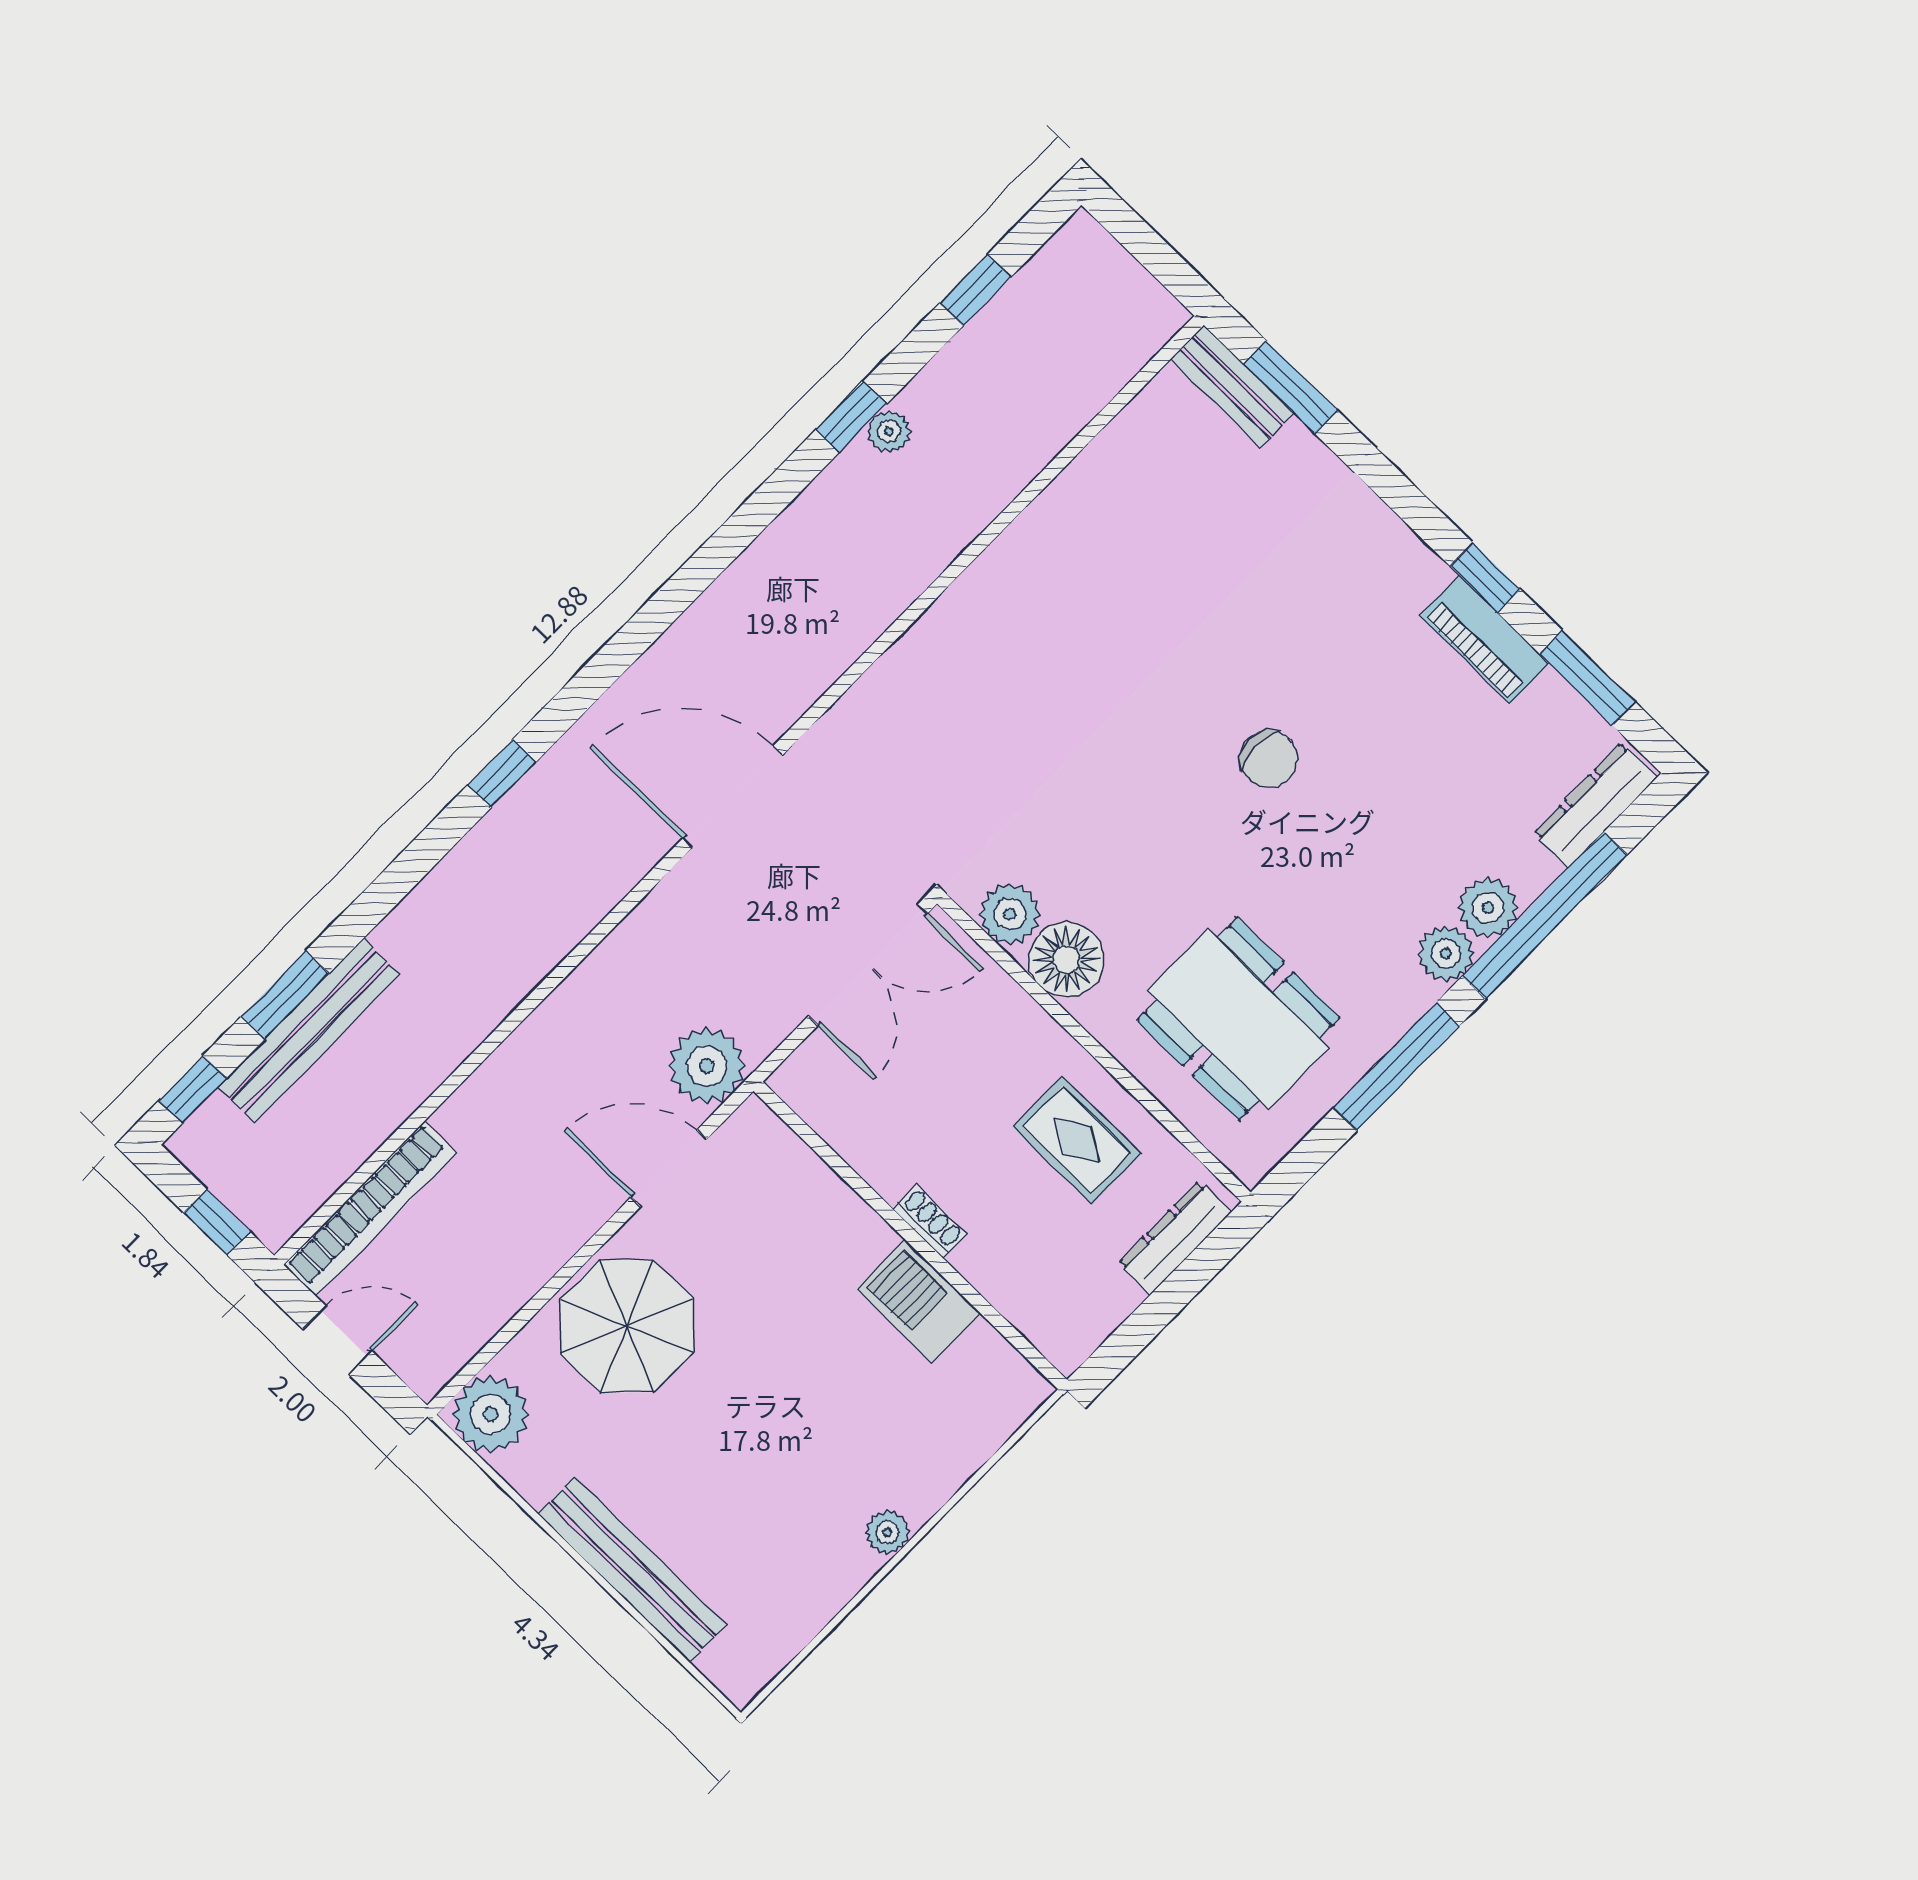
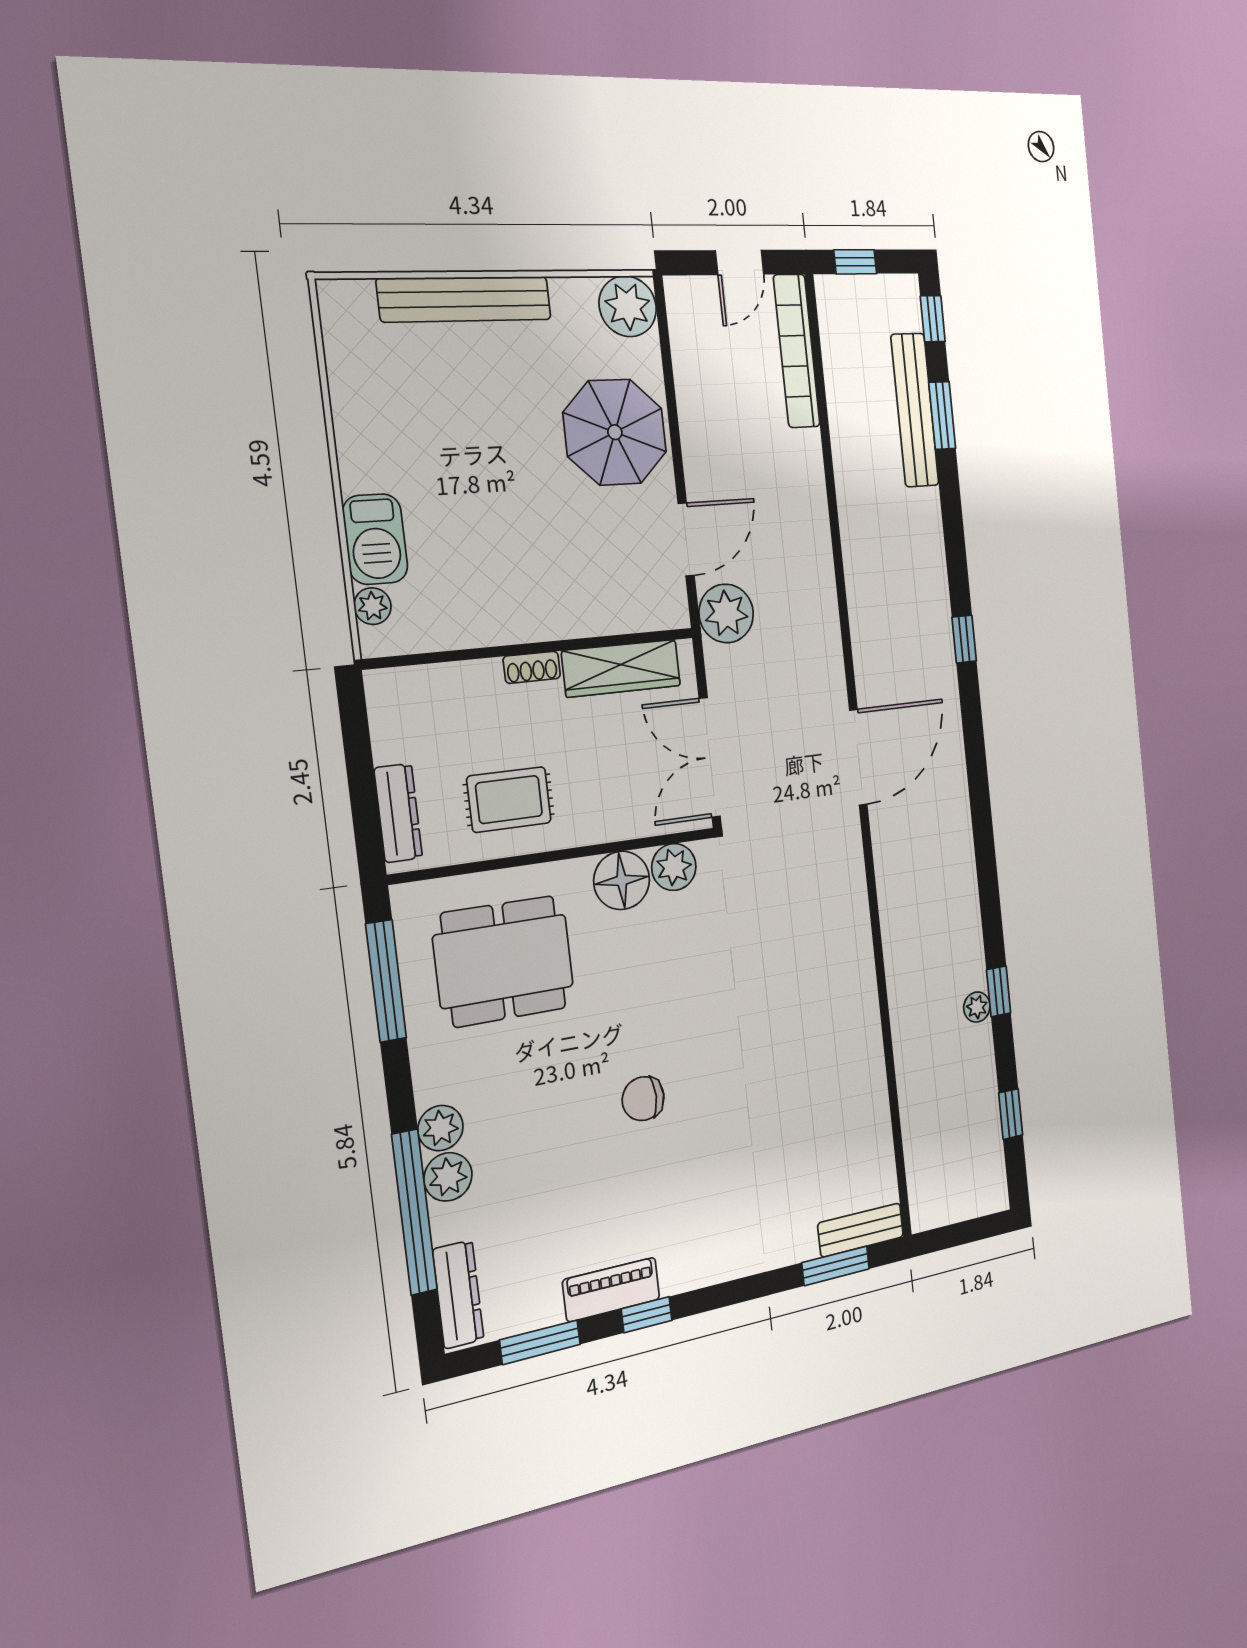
window: (1396, 1067) -> (386, 981), moved
wardrobe: (855, 1131) -> (621, 668), added
barbecue: (919, 1301) -> (375, 539), moved, turned 90
plant: (887, 1532) -> (373, 606), moved

